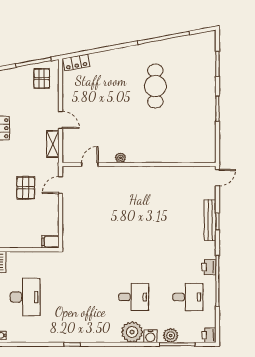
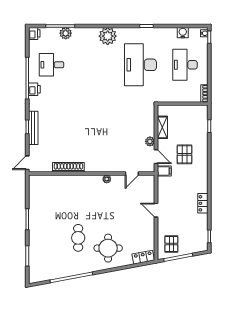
round table: (119, 74) -> (108, 248), added
cafe table: (155, 86) -> (78, 238), width x0.73, depth x0.74
shelving: (53, 144) -> (162, 127), moved
shoe rack: (167, 172) -> (68, 167), added
door: (60, 185) -> (156, 157), hinge flipped
plant: (68, 204) -> (150, 141), added
filing cabinet: (50, 242) -> (164, 171), moved
desk: (134, 297) -> (140, 65), moved, width x1.87, depth x1.30
plant: (132, 332) -> (108, 36), moved
water cooler: (150, 336) -> (183, 33), moved

